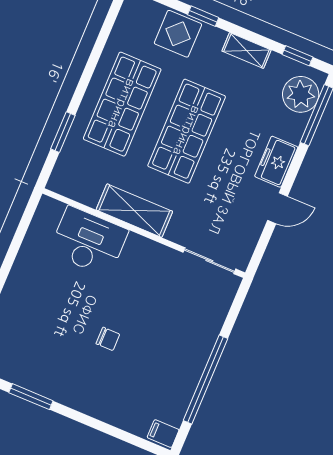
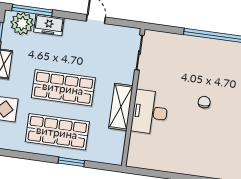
window: (63, 132) -> (71, 162), moved
freezer: (276, 162) -> (49, 25), moved
desk: (89, 241) -> (150, 112), moved

